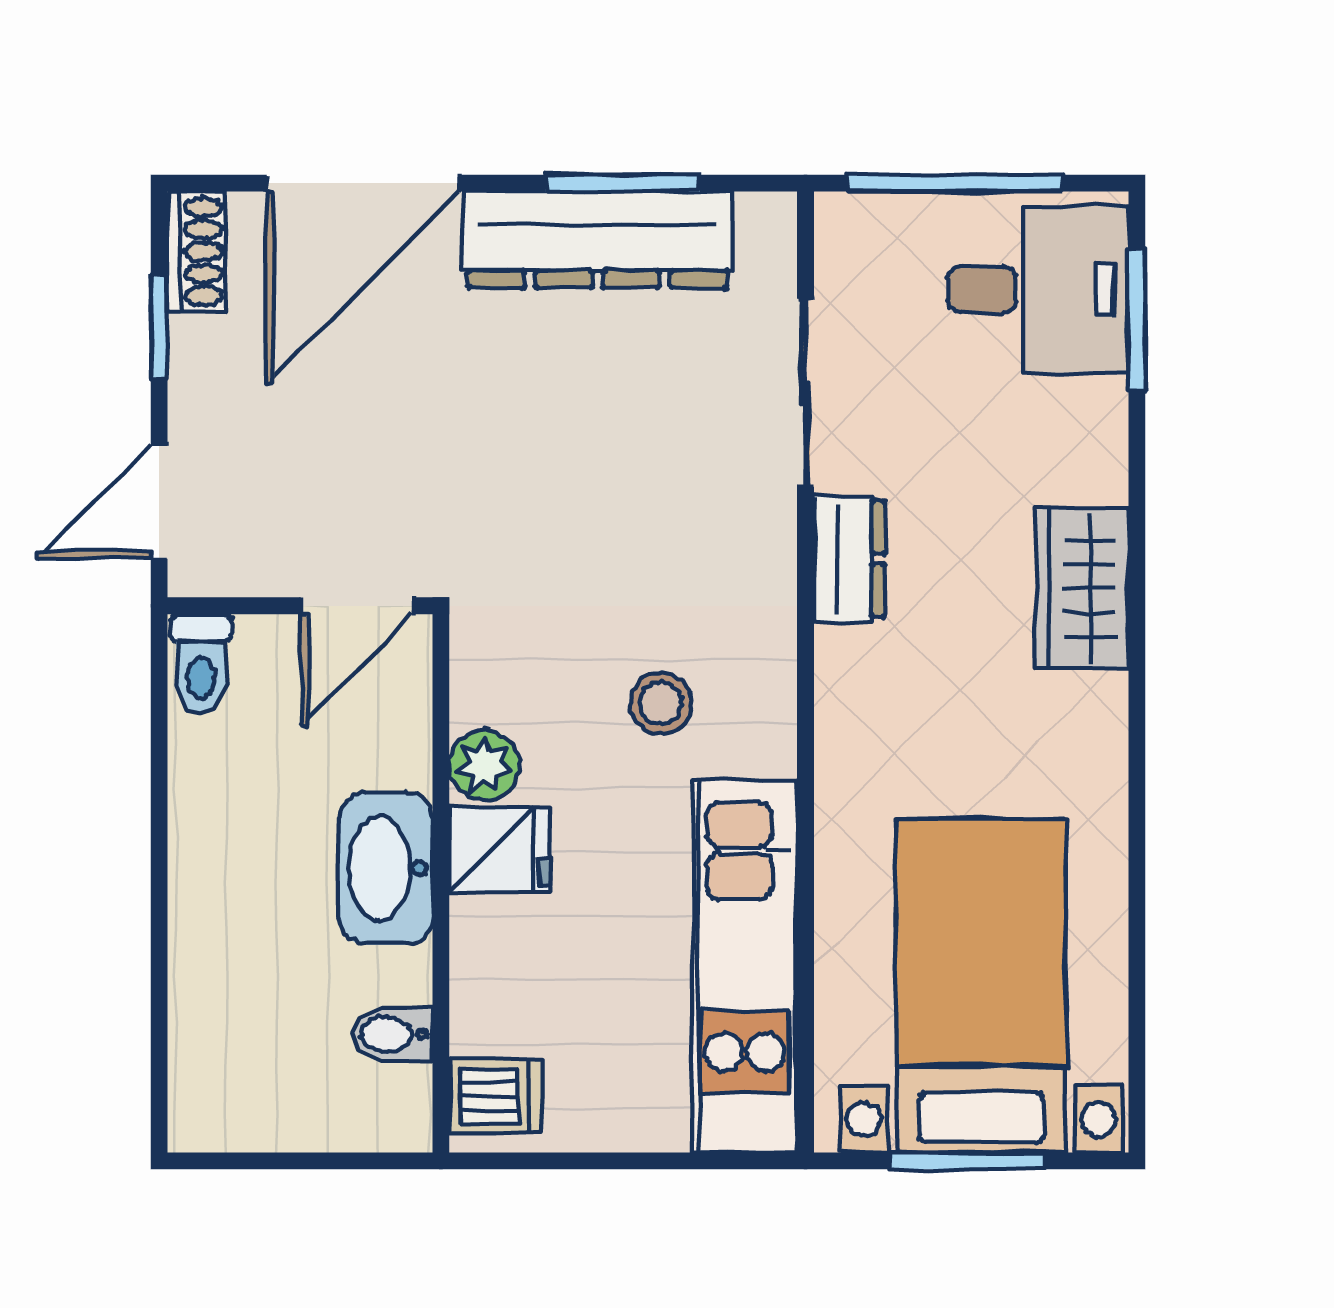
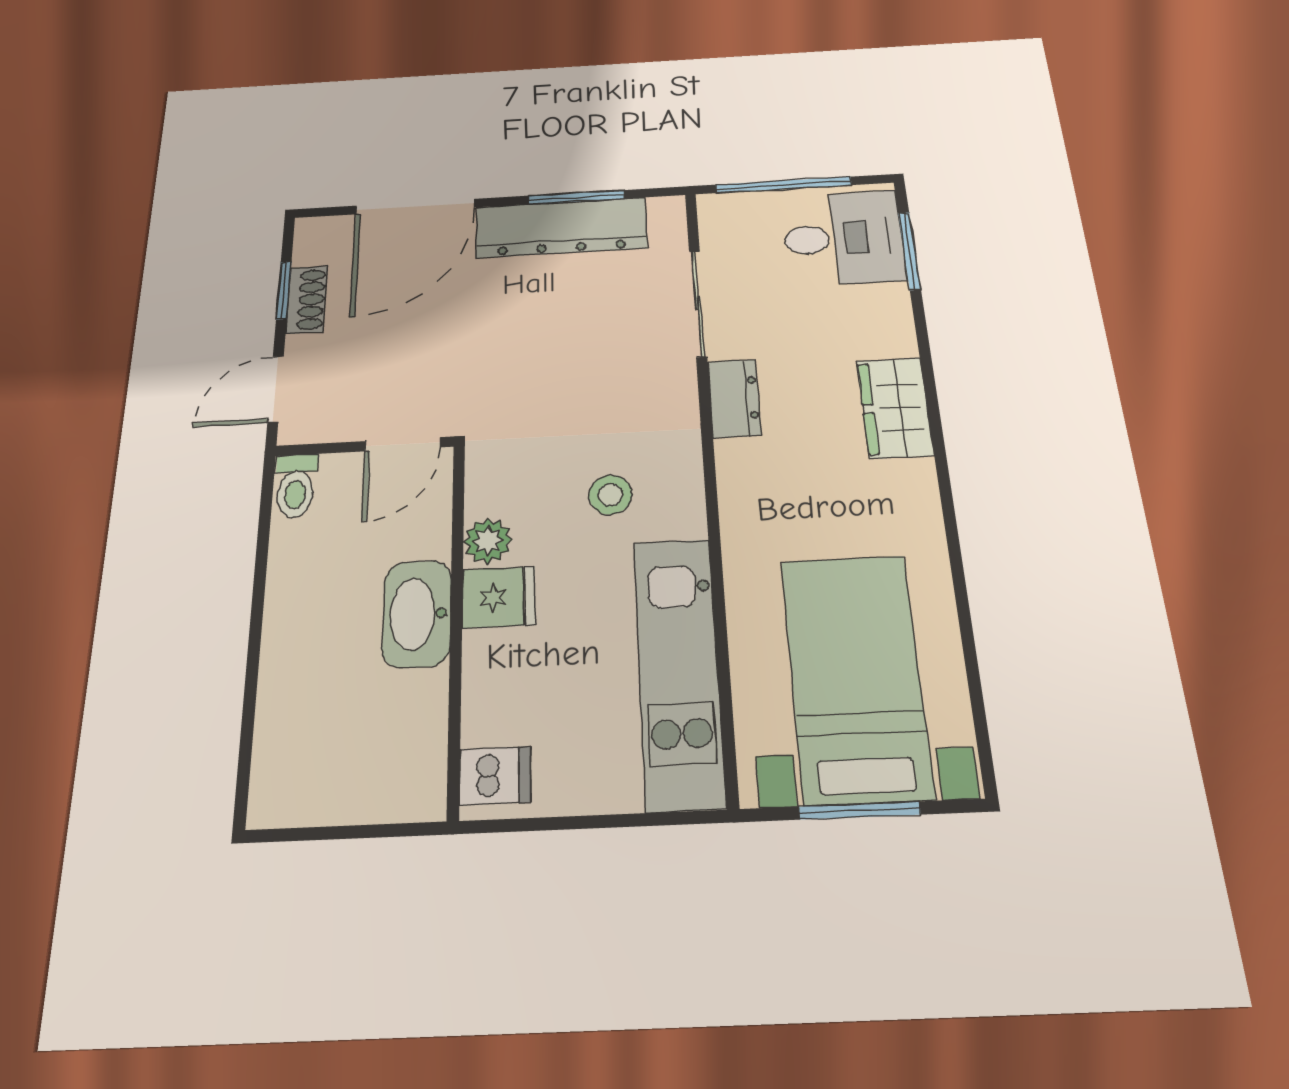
shoe rack: (197, 252) -> (307, 300), moved
bidet: (392, 1034) -> (418, 732), removed

